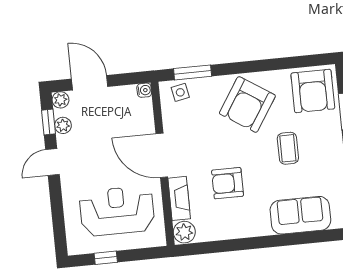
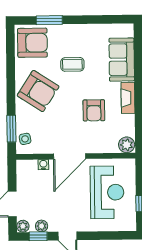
water cooler: (144, 90) -> (43, 165), moved
fireplace: (179, 198) -> (128, 98), moved, turned -90
reception desk: (117, 211) -> (107, 192), turned 180

